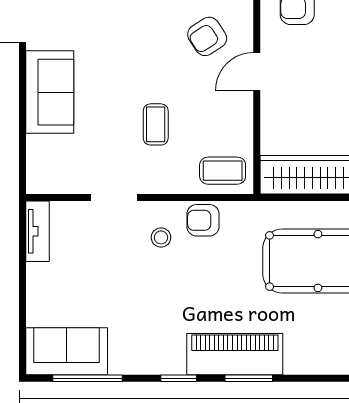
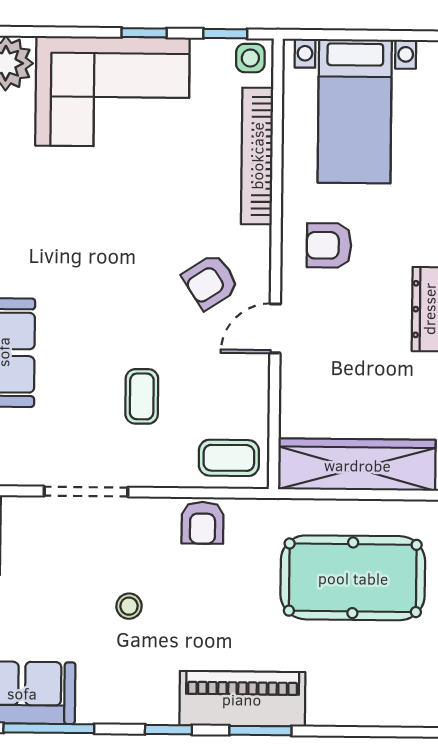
doorway: (114, 197) -> (86, 492), width x1.38
armchair: (203, 220) -> (203, 523), turned -90
stool: (161, 237) -> (129, 606), moved

